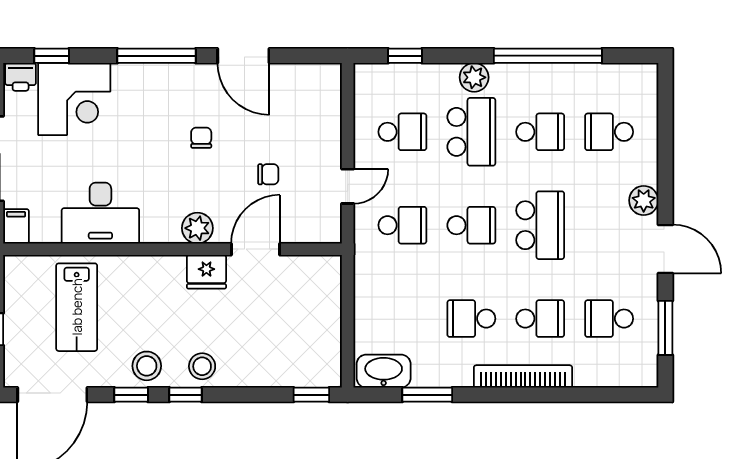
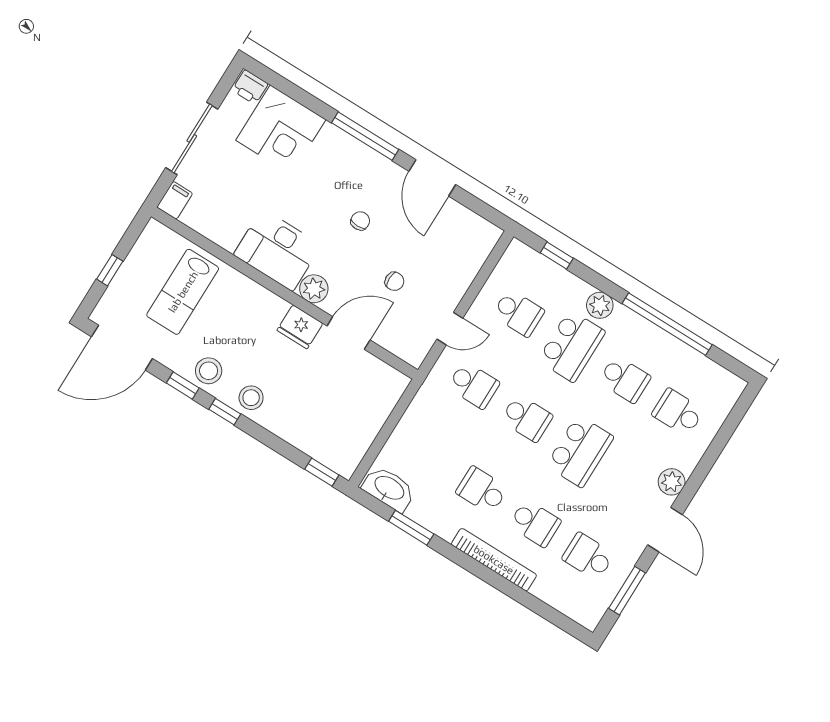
window: (52, 56) -> (284, 86), removed
desk: (100, 213) -> (277, 250), moved

